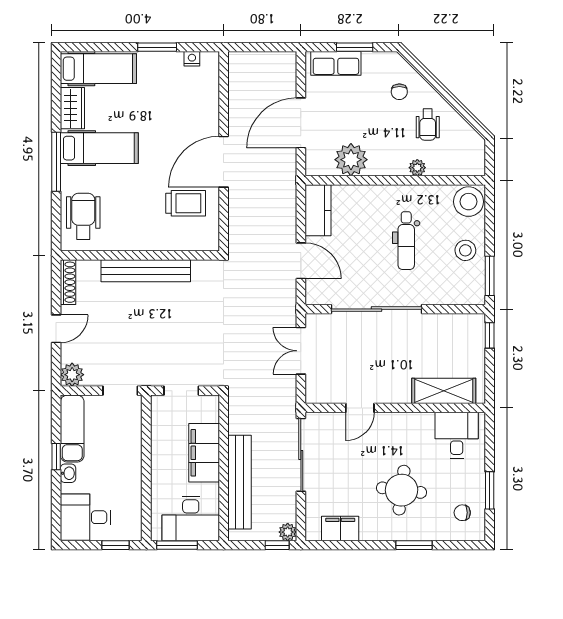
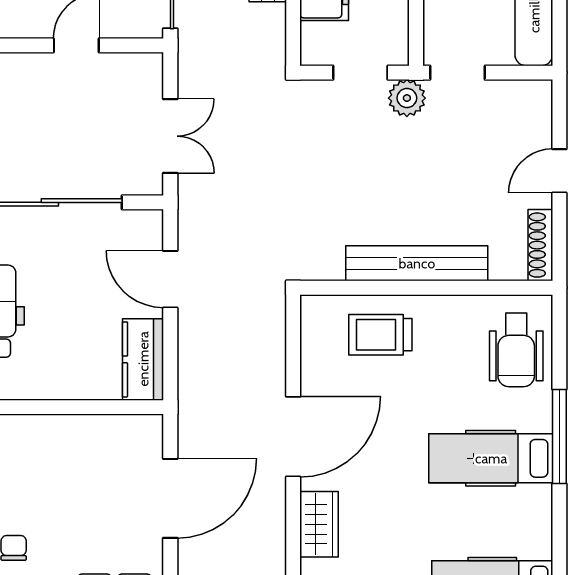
wardrobe: (72, 108) -> (319, 524), moved, turned 180
plant: (351, 160) -> (90, 440), removed
trolley: (186, 203) -> (380, 335), moved
plant: (72, 375) -> (407, 98), moved

